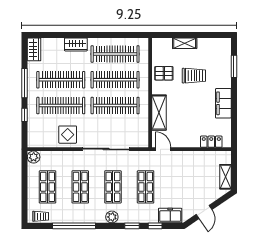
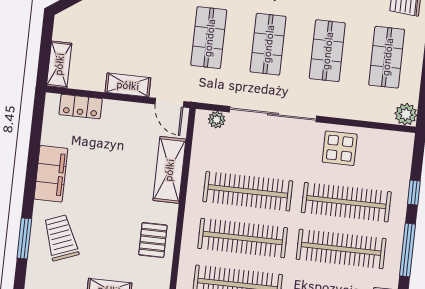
pallet: (164, 73) -> (153, 240), turned 90
trolley: (194, 76) -> (61, 238), moved, turned 69
plant: (136, 143) -> (217, 120), added
shelving: (187, 156) -> (128, 85), added
shelving: (225, 177) -> (59, 64), moved

